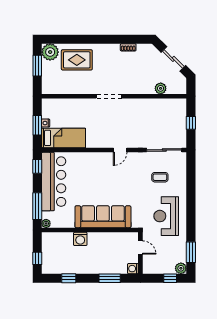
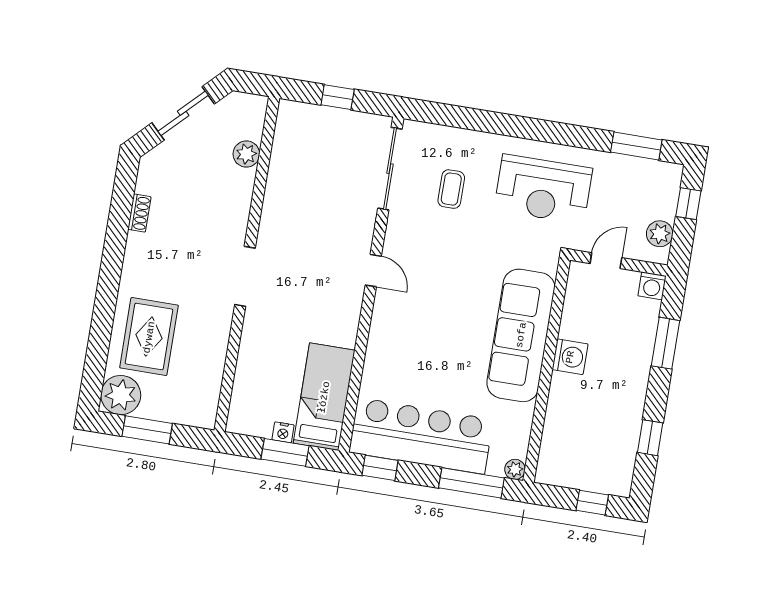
washing machine: (80, 239) -> (570, 357), moved
plant: (181, 268) -> (660, 234), moved

